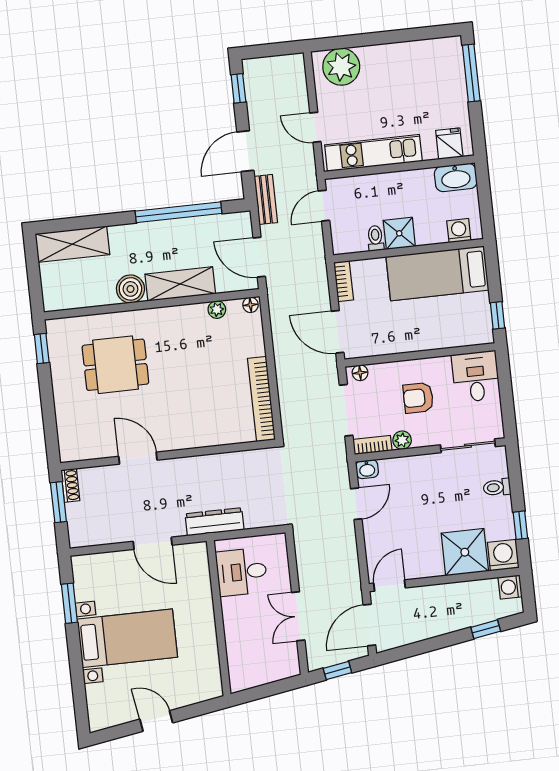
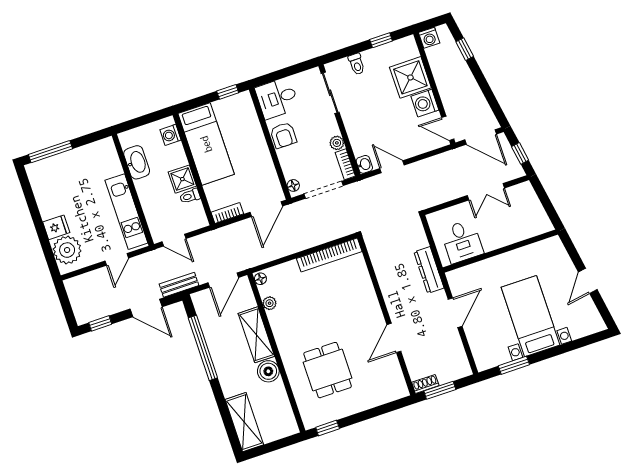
fridge: (449, 144) -> (56, 227), moved, turned 180
washbasin: (456, 177) -> (137, 162), moved
armchair: (418, 398) -> (283, 135), moved
washing machine: (503, 555) -> (425, 103), moved

